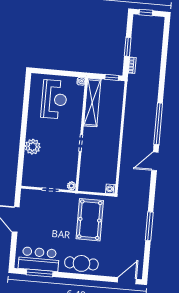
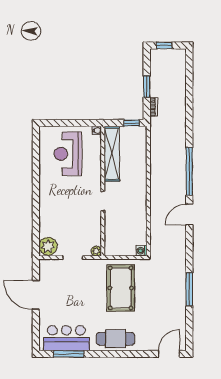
reception desk: (54, 99) -> (68, 154), turned 180
plant: (33, 147) -> (48, 246), moved

